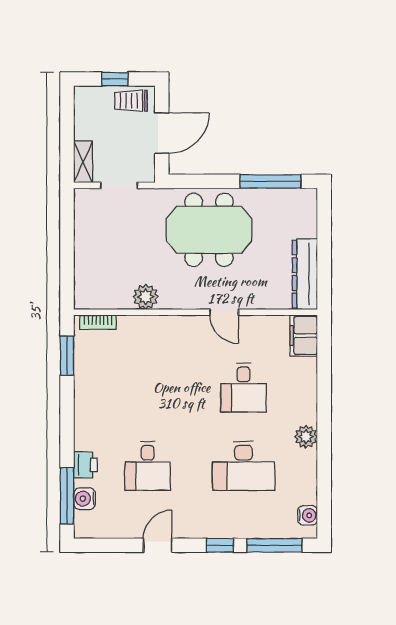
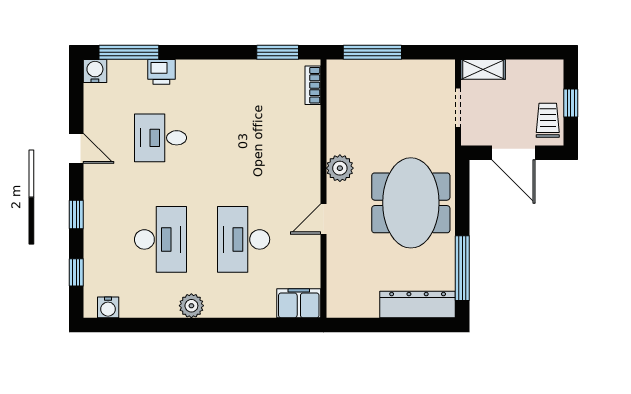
window: (67, 266) -> (372, 52), added
dresser: (305, 274) -> (418, 305), moved
plant: (146, 297) -> (340, 168), moved
desk: (243, 388) -> (244, 239), width x1.37
desk: (243, 466) -> (160, 239), turned 180
water cooler: (85, 499) -> (95, 71), moved
window: (274, 545) -> (76, 272), width x0.46

